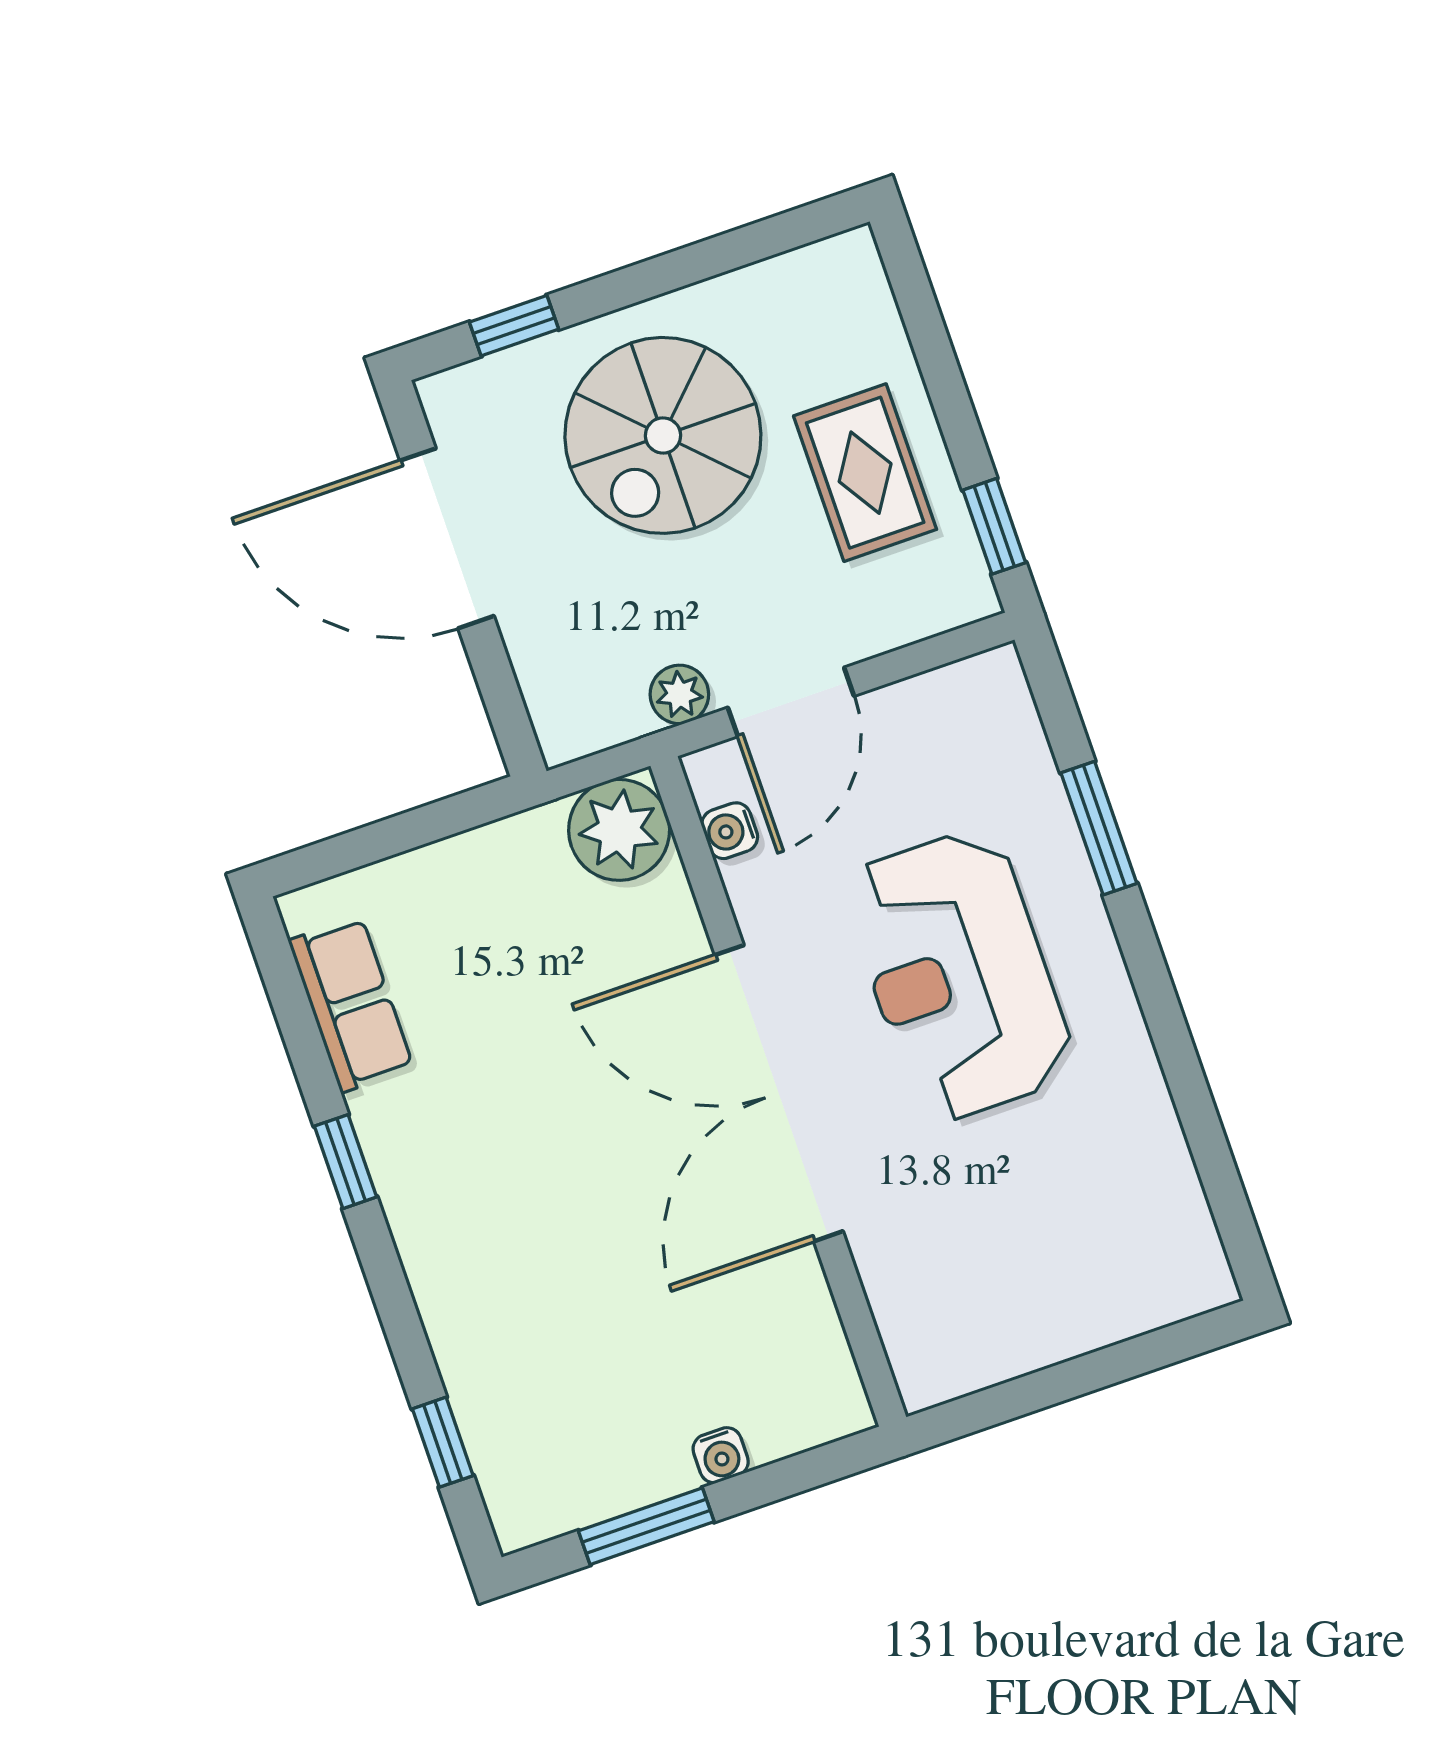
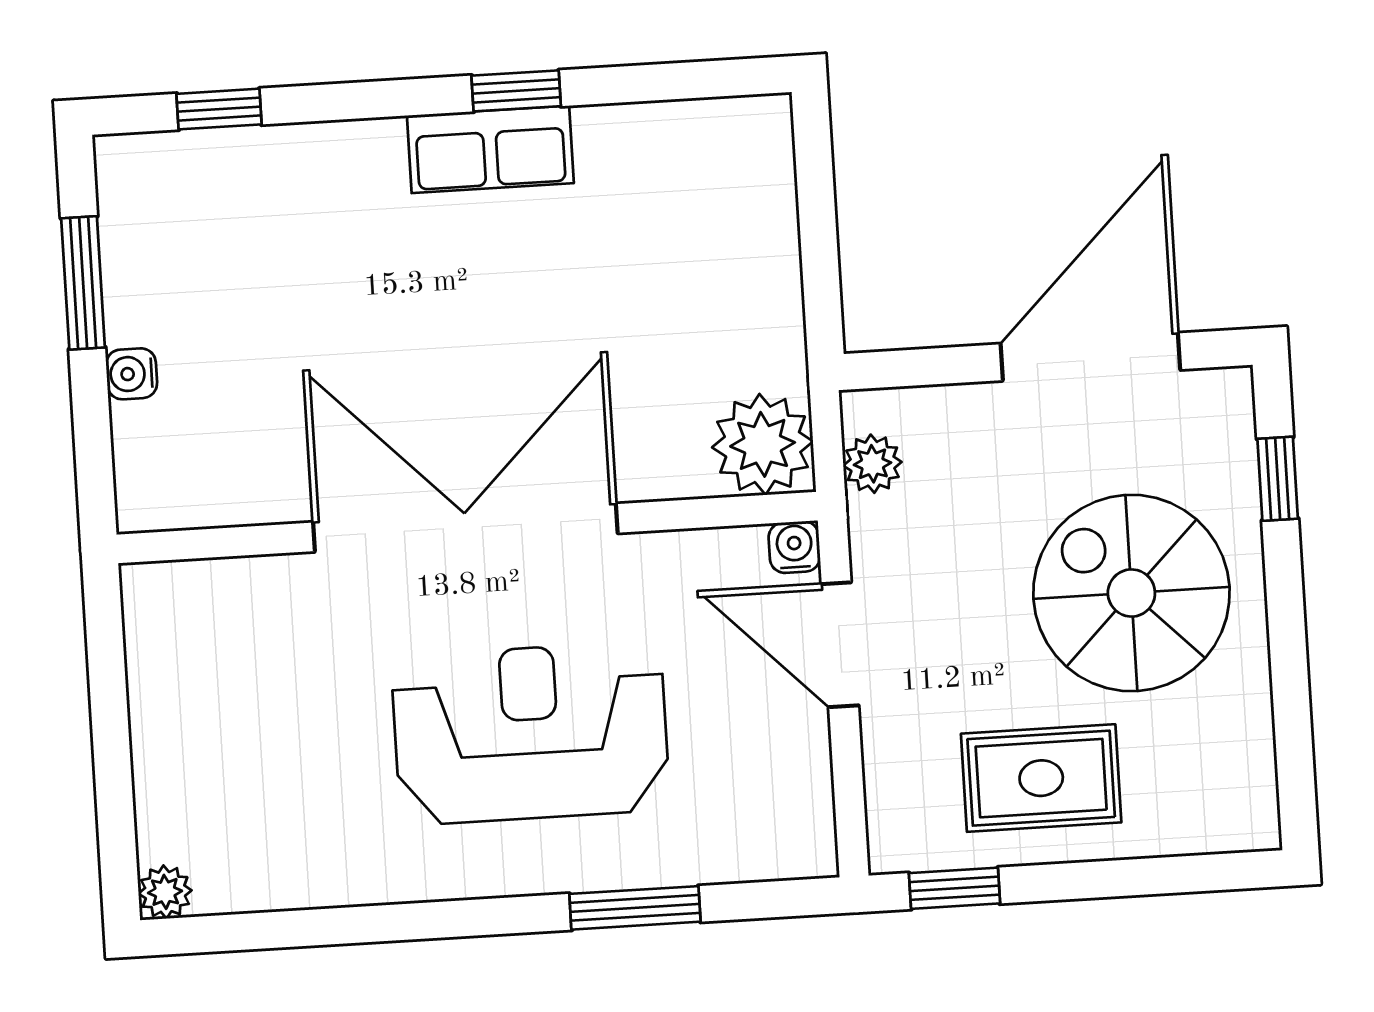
plant: (679, 694) -> (872, 464), moved
water cooler: (730, 831) -> (794, 547), moved
row of seats: (351, 1004) -> (490, 149), moved
plant: (1210, 1284) -> (165, 892), added

